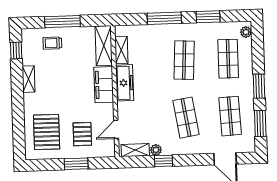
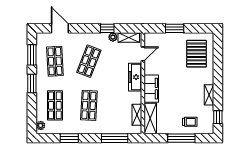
window: (164, 18) -> (115, 138), moved
freezer: (125, 83) -> (135, 77), moved
shop shelf: (186, 118) -> (89, 61), turned 30
pallet: (82, 134) -> (169, 51), removed

